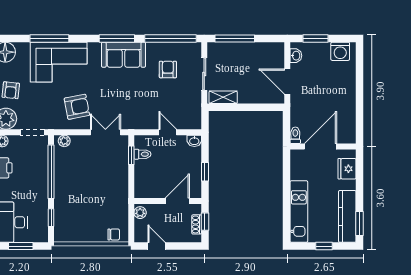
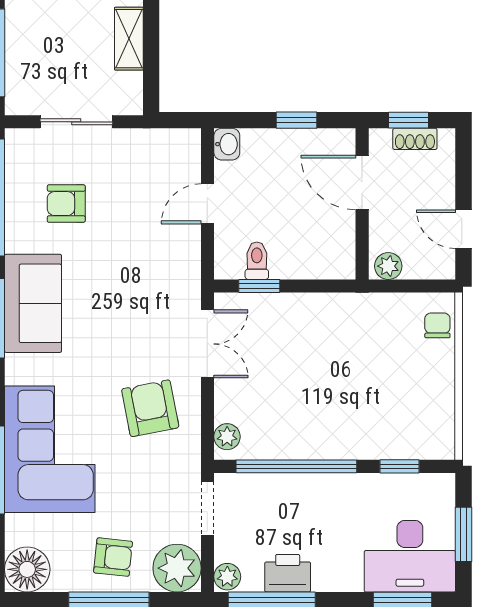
shelving: (223, 97) -> (129, 39), moved
double door: (105, 132) -> (207, 344), swing flipped
door: (156, 246) -> (464, 229), hinge flipped

